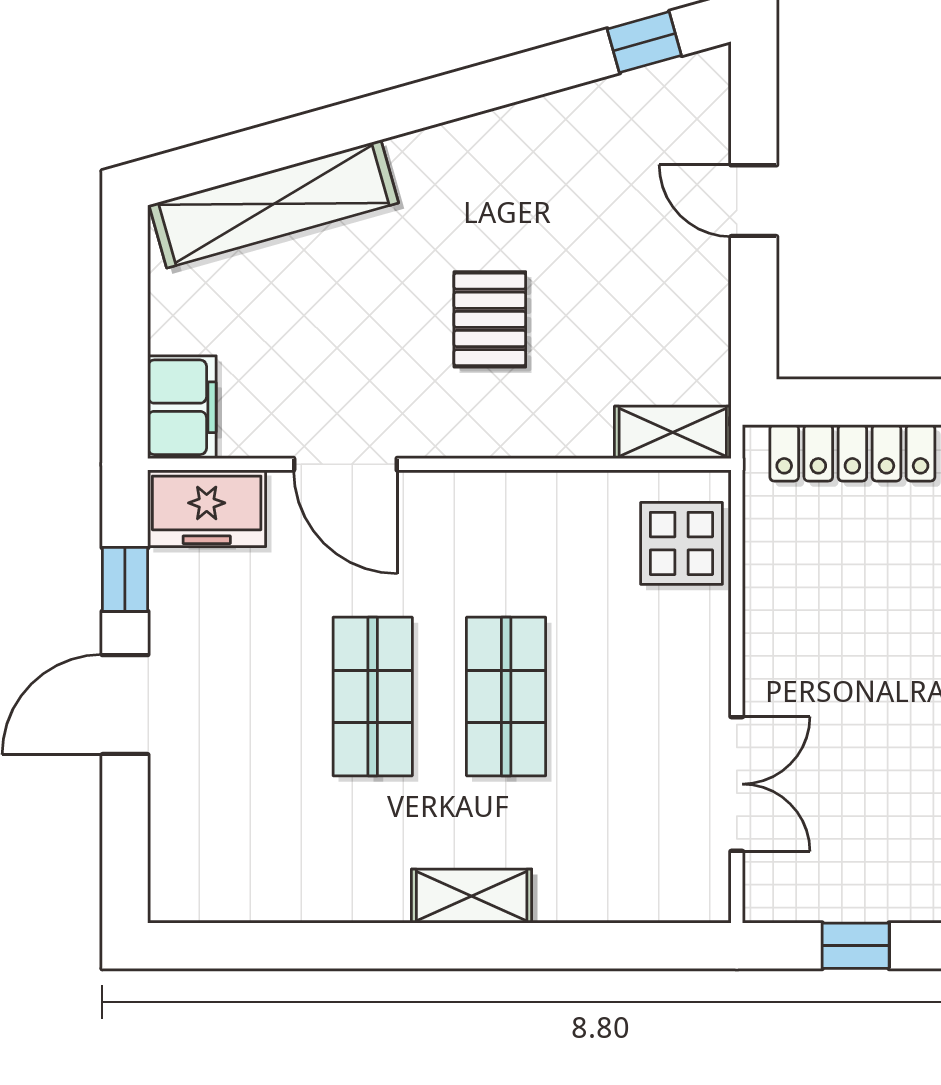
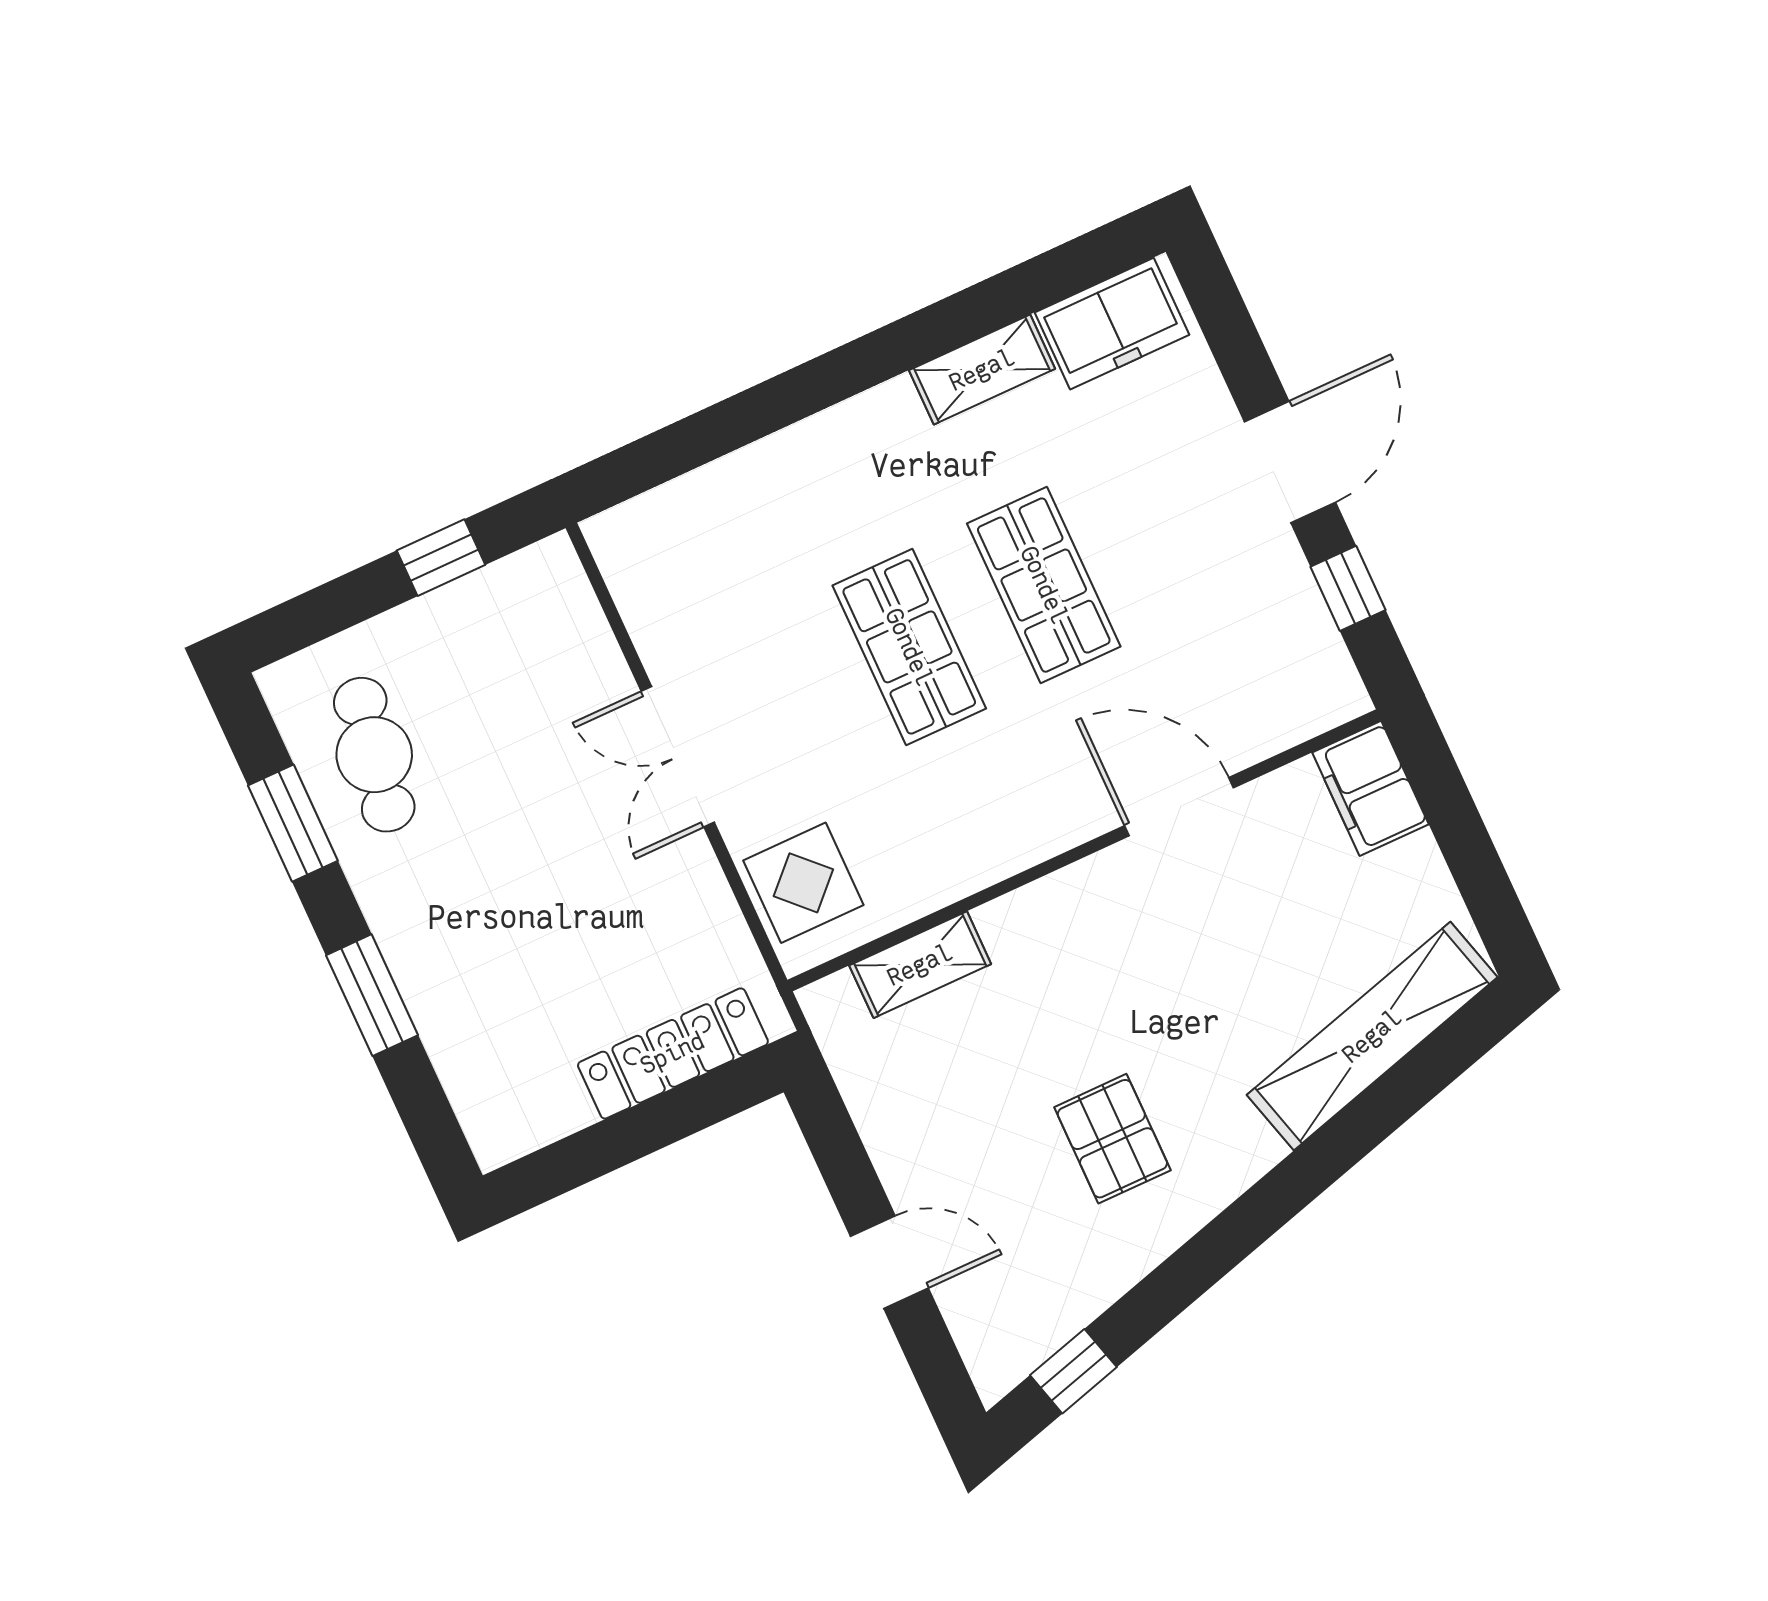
pallet: (490, 319) -> (1112, 1139), moved
shelving: (673, 432) -> (920, 965), moved
freezer: (207, 508) -> (1112, 324), moved, turned 180
double door: (737, 784) -> (678, 757), moved
shelving: (472, 896) -> (982, 370), moved

